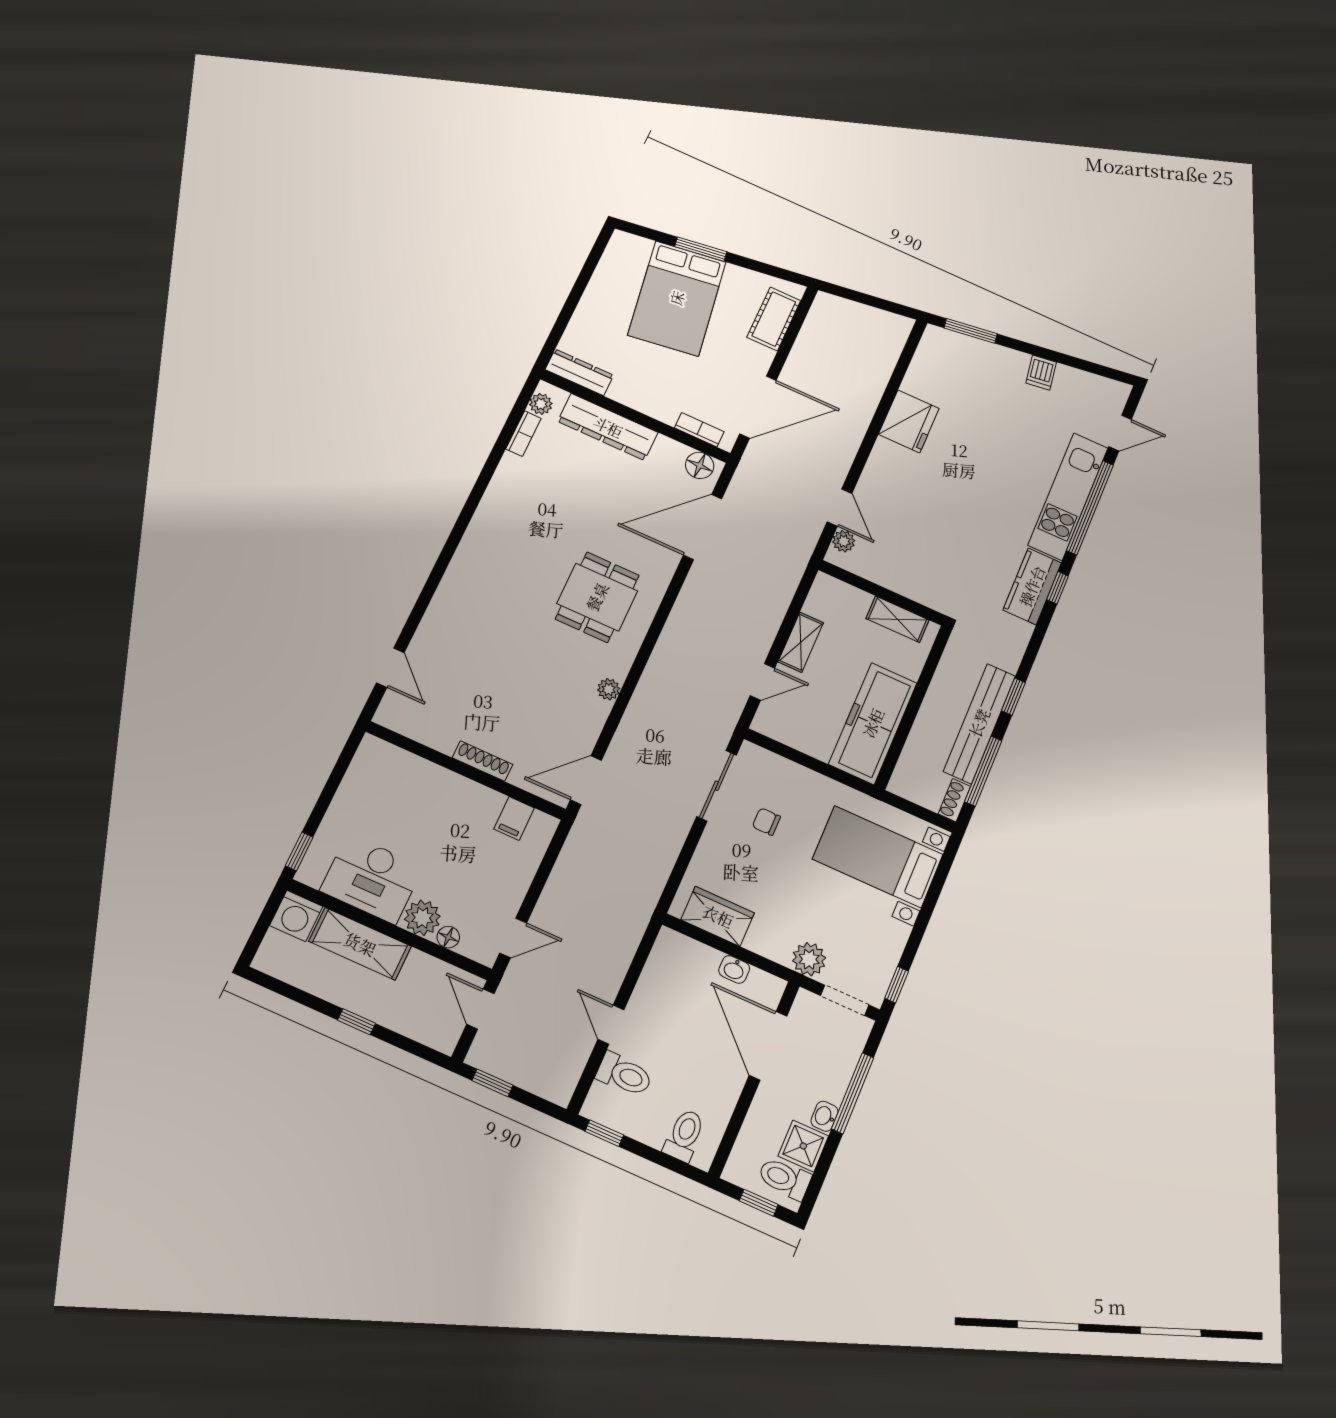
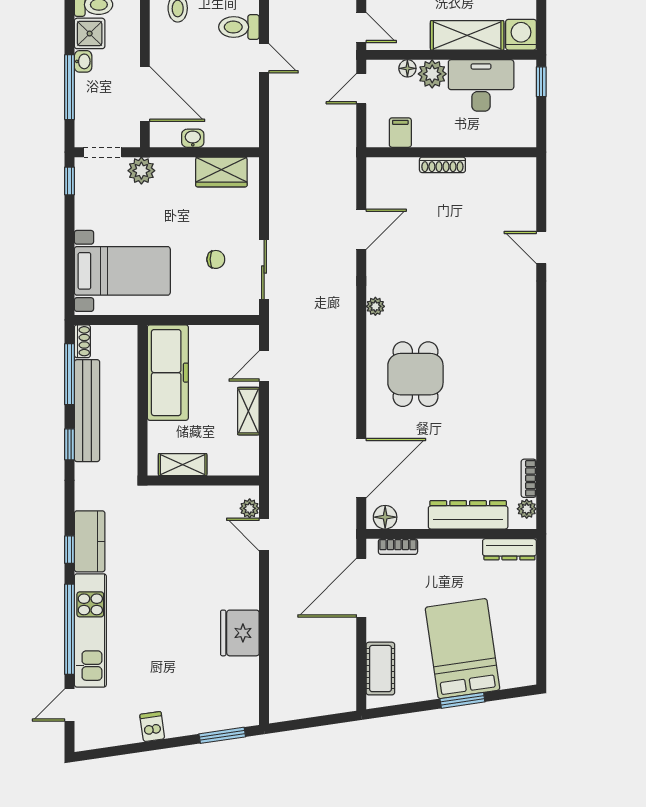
shoe rack: (482, 761) -> (442, 165), moved
wall: (466, 770) -> (451, 152), moved
filing cabinet: (514, 818) -> (400, 133), moved

